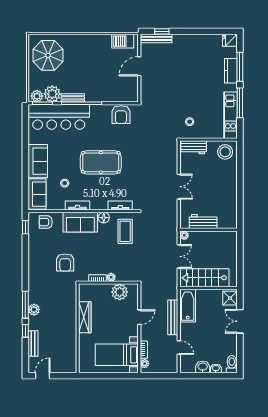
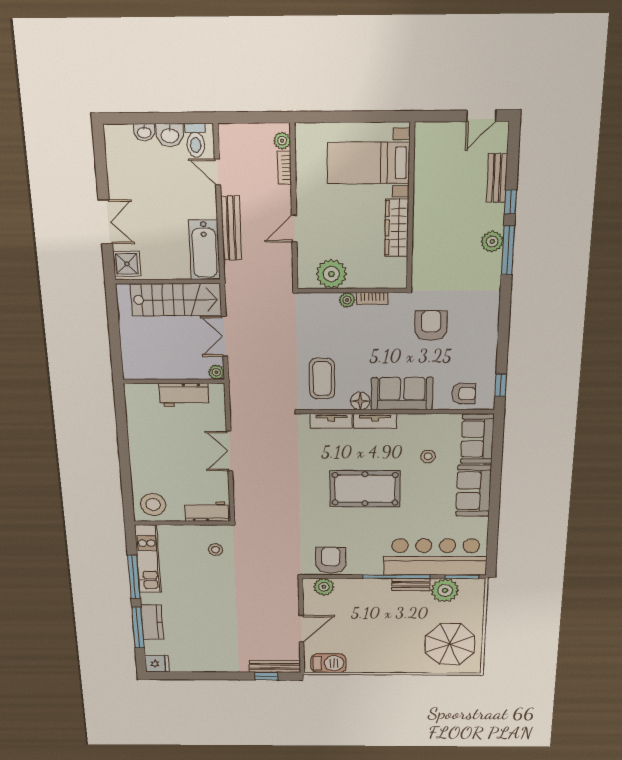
plant: (37, 96) -> (324, 587), moved
tv unit: (77, 205) -> (375, 421), moved
bed with nightstands: (117, 355) -> (368, 163), moved, turned 180
toilet: (232, 364) -> (196, 140), moved

